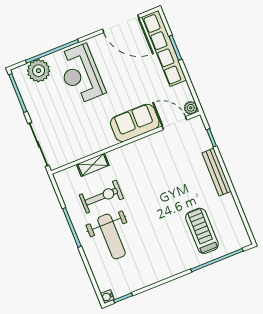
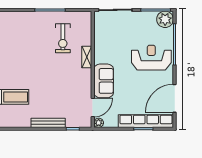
plant: (39, 71) -> (165, 19), moved
shelving: (93, 165) -> (87, 57), moved
weight bench: (112, 236) -> (33, 34), removed

